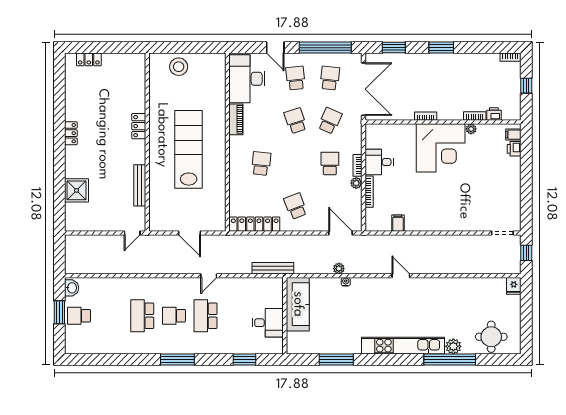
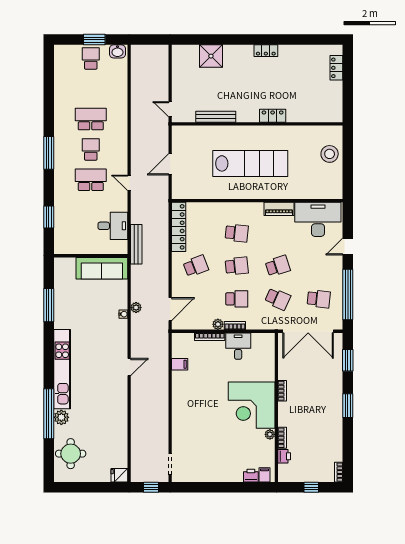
school desk: (295, 78) -> (237, 266), moved
desk: (268, 323) -> (113, 226), moved, turned -90

